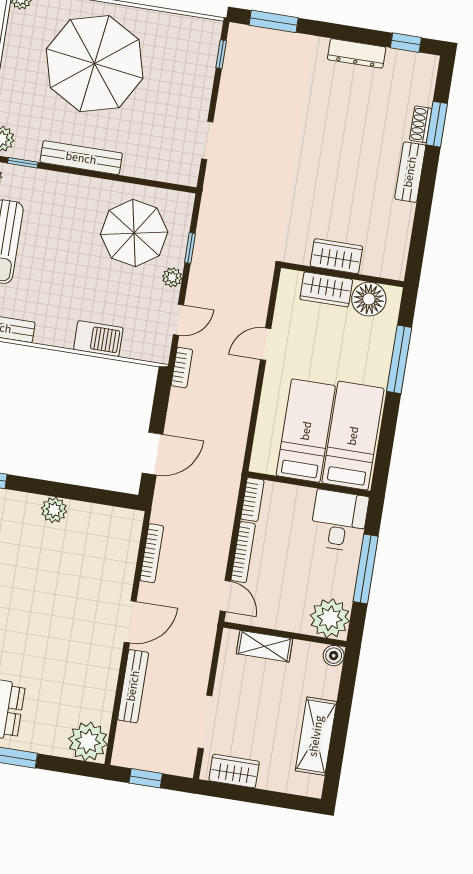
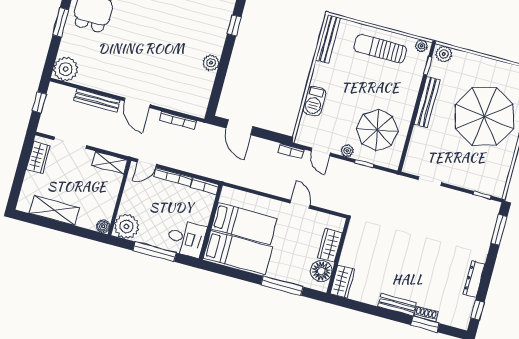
wardrobe: (336, 256) -> (342, 281), moved
shelving: (265, 646) -> (110, 163), moved, turned 90

